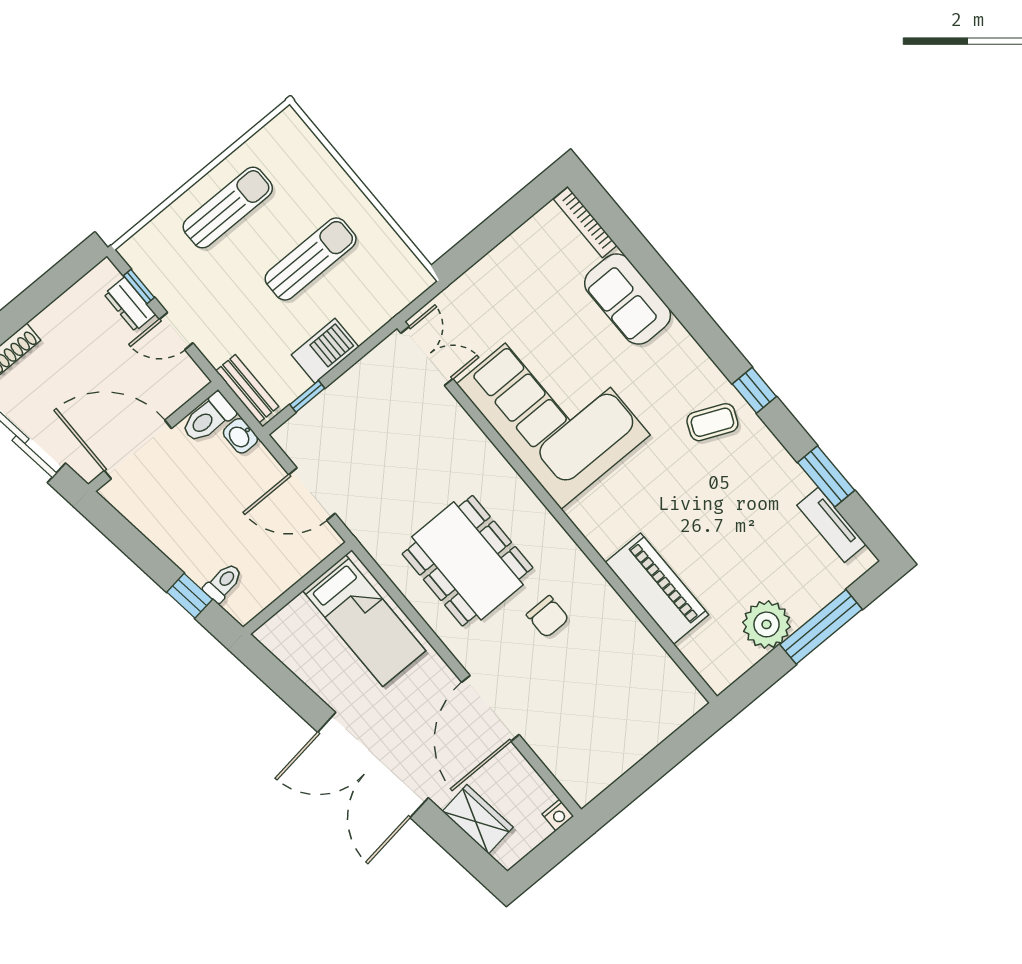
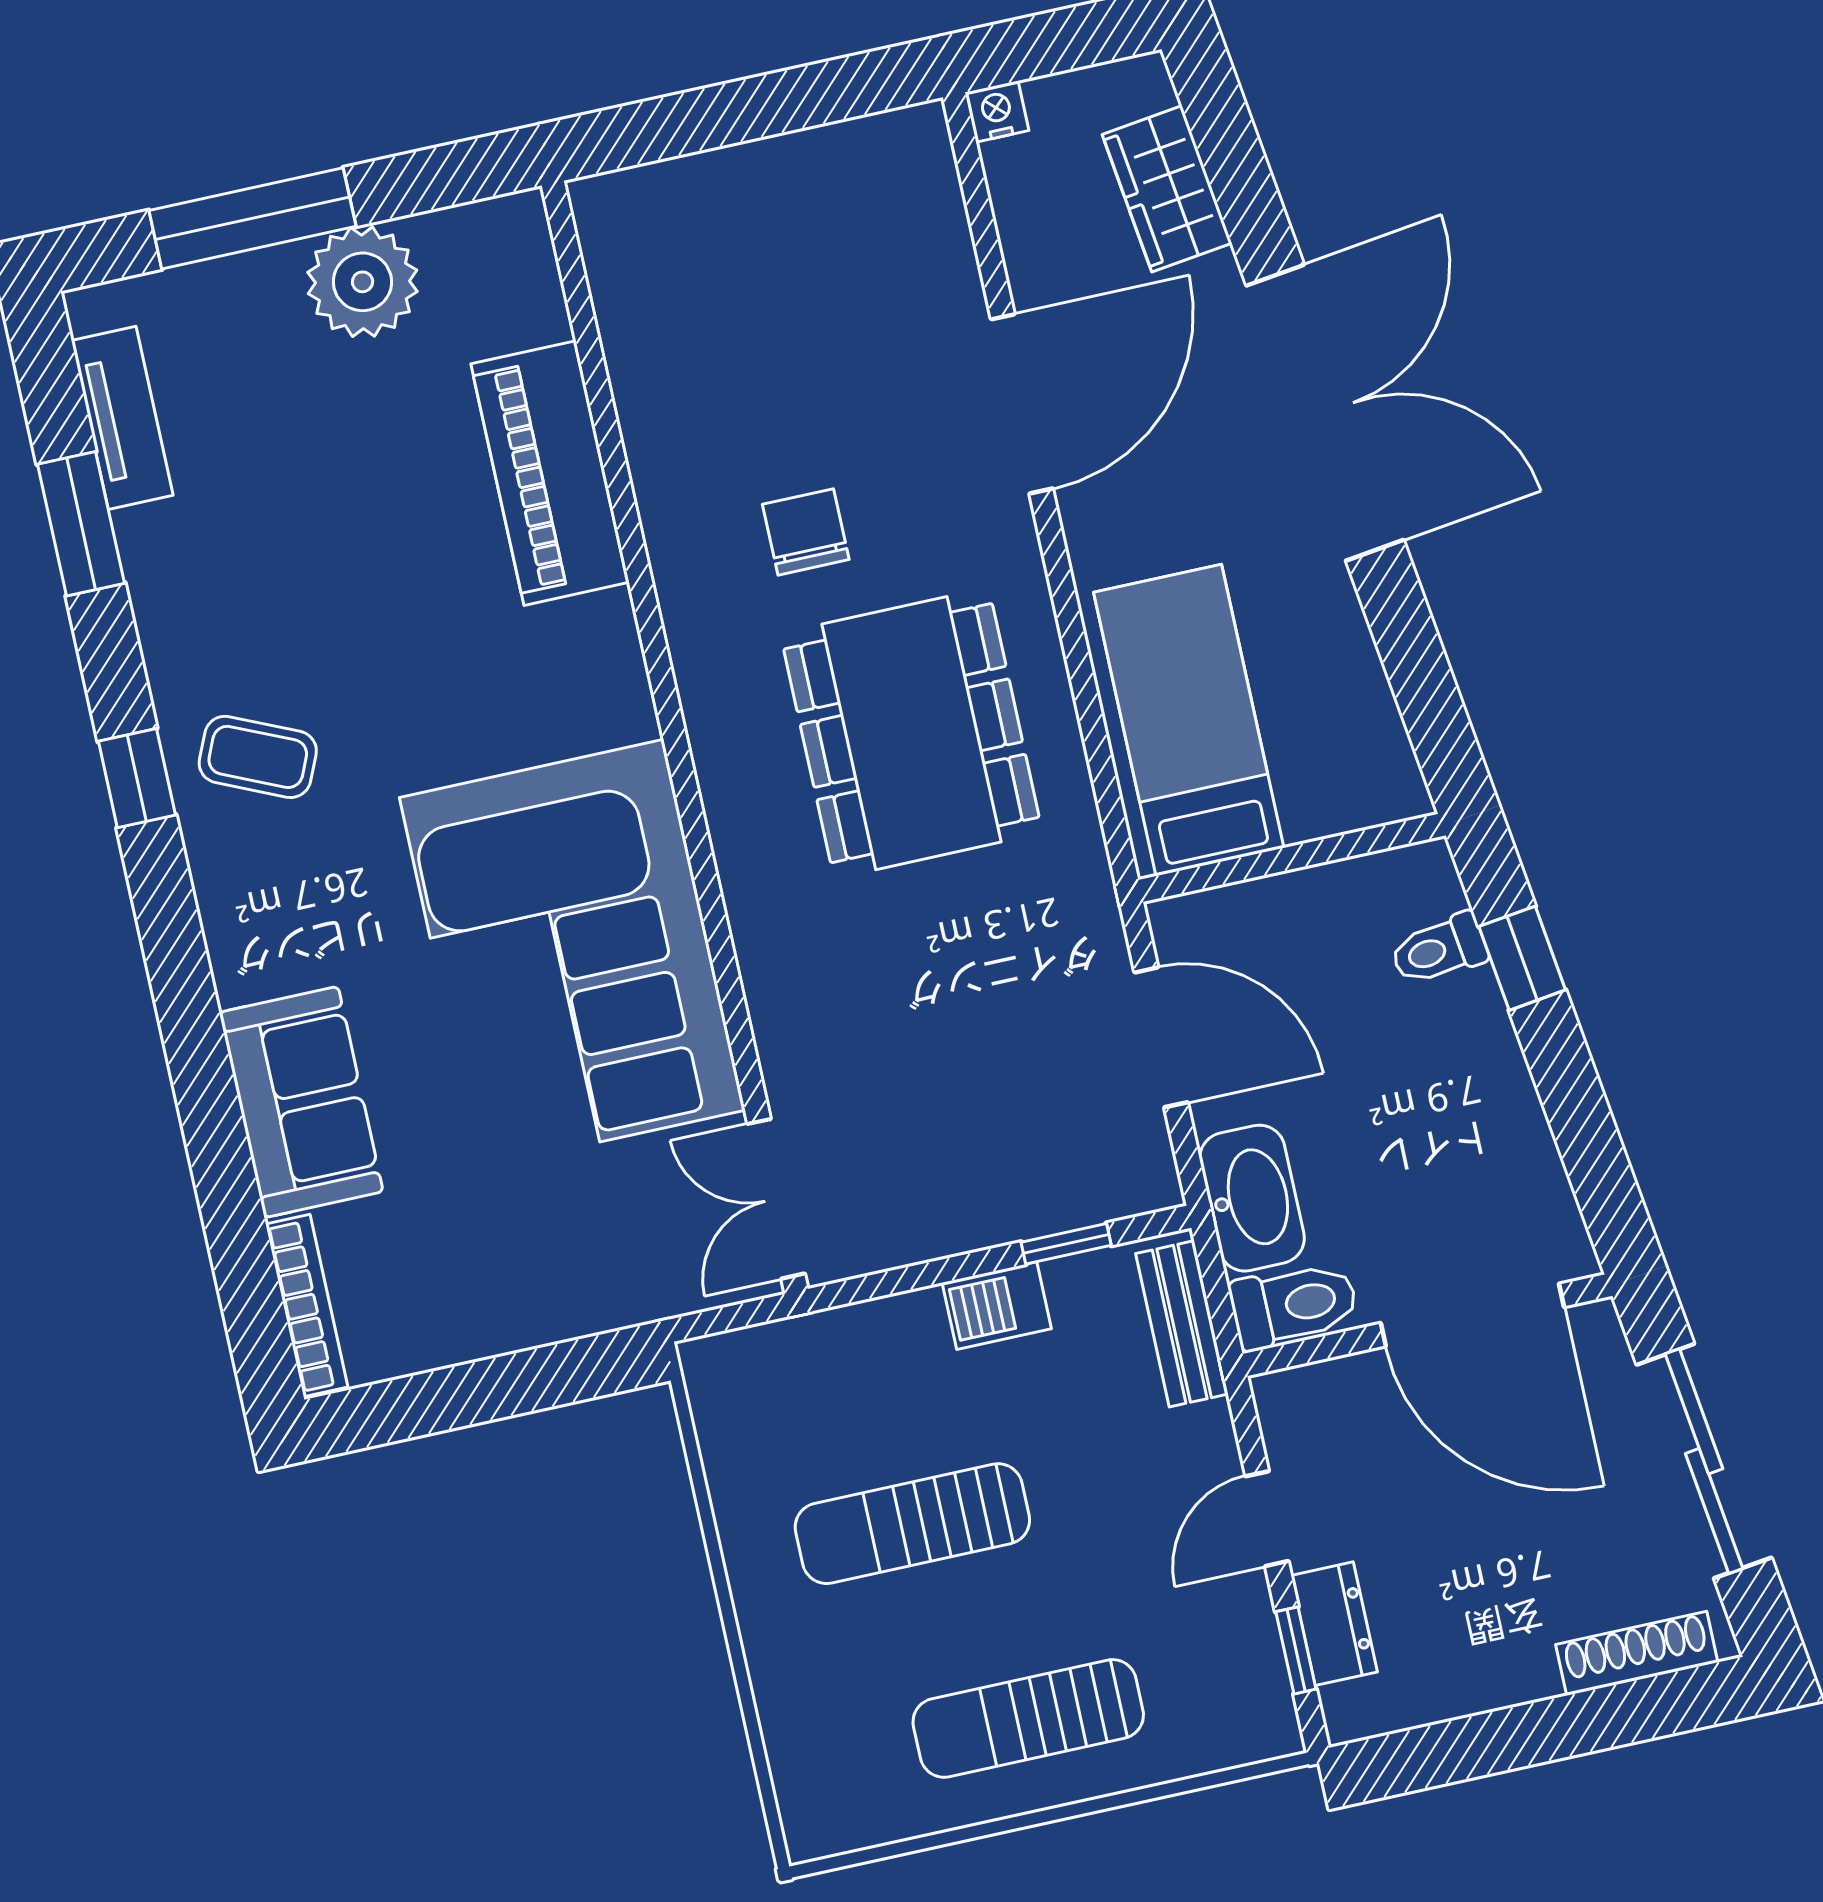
door: (176, 331) -> (1267, 1519), swing flipped
barbecue: (325, 351) -> (997, 1306), width x0.73, depth x0.79
washbasin: (240, 436) -> (1252, 1198), width x1.91, depth x1.45

